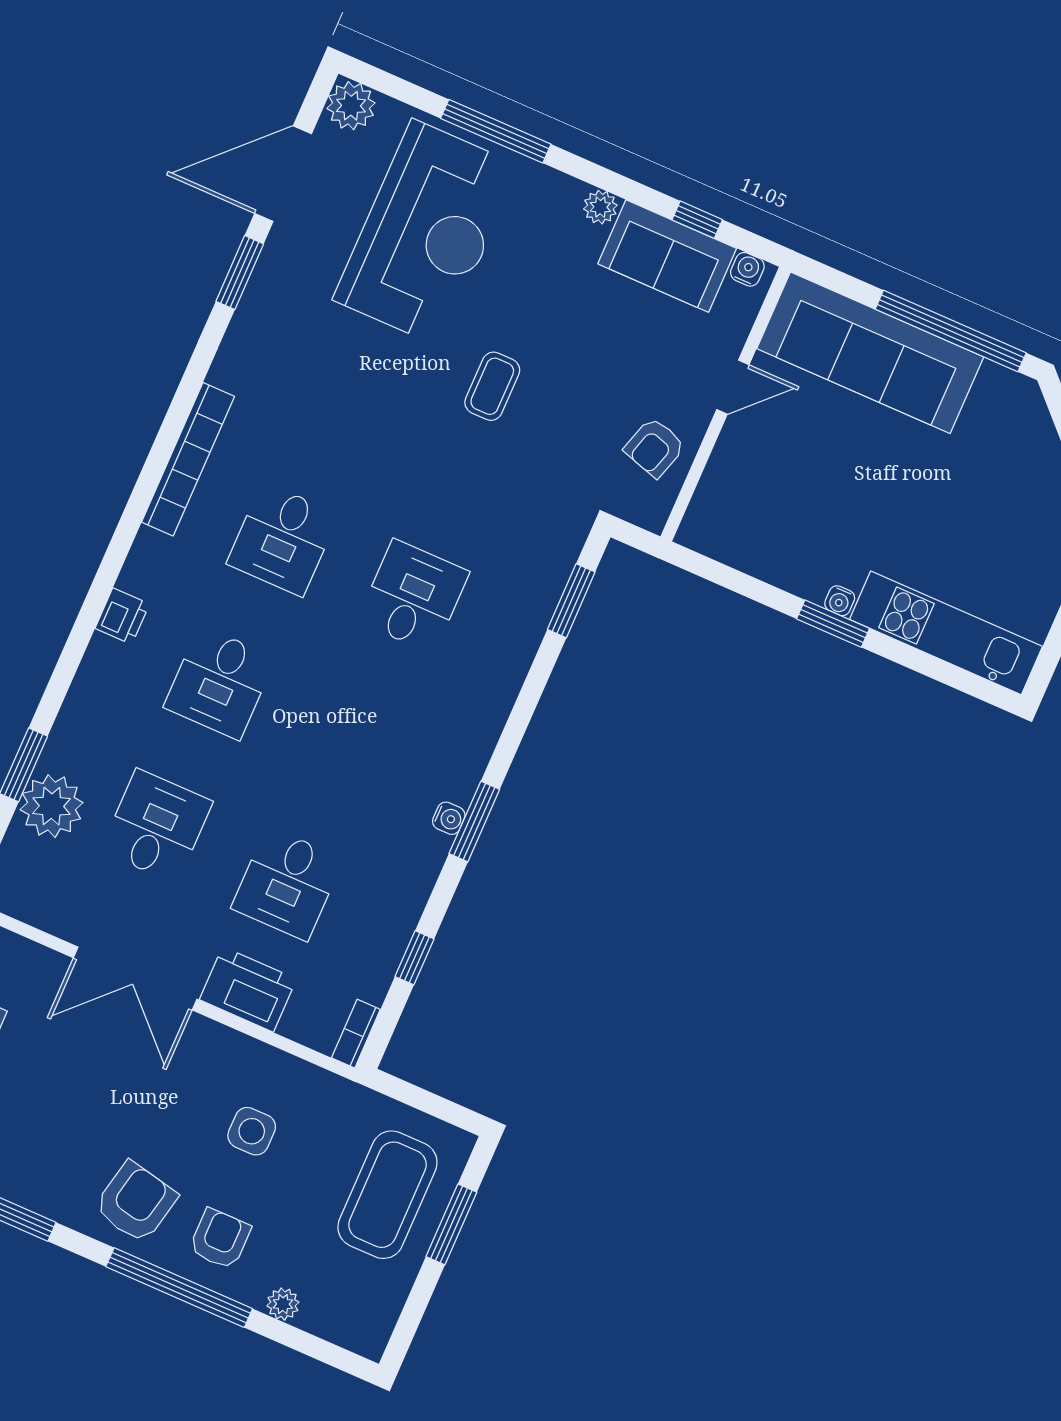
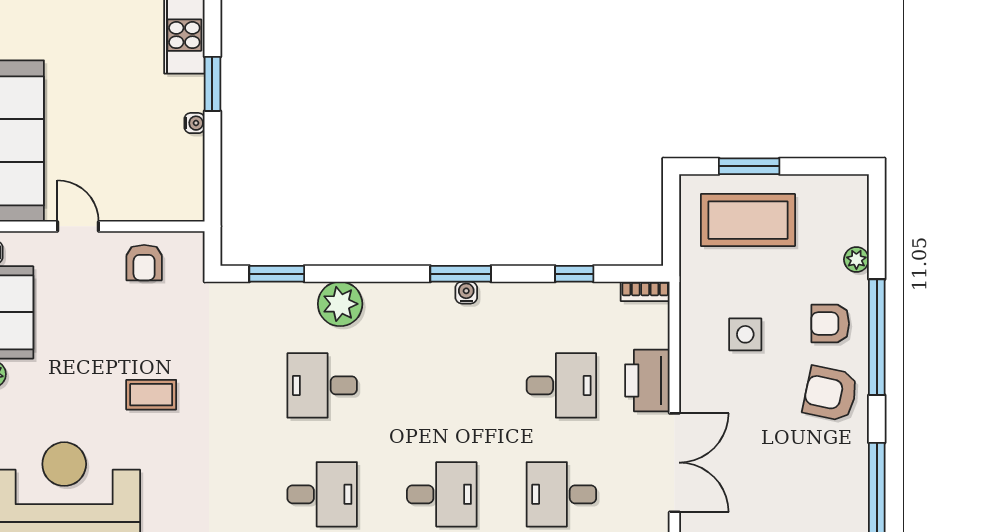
armchair: (655, 447) -> (144, 263), turned 73
water cooler: (840, 601) -> (194, 123), moved
plant: (502, 661) -> (340, 304), added

